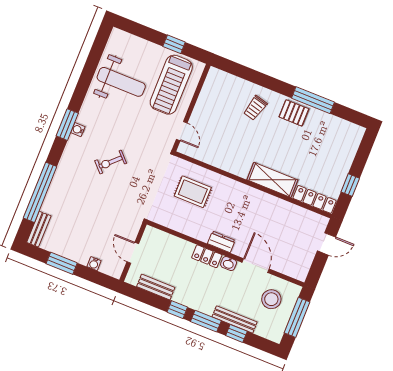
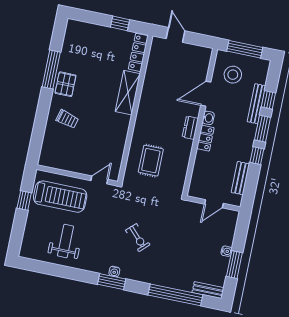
weight bench: (121, 82) -> (66, 241), width x0.73, depth x0.75
water cooler: (94, 264) -> (226, 251), moved

